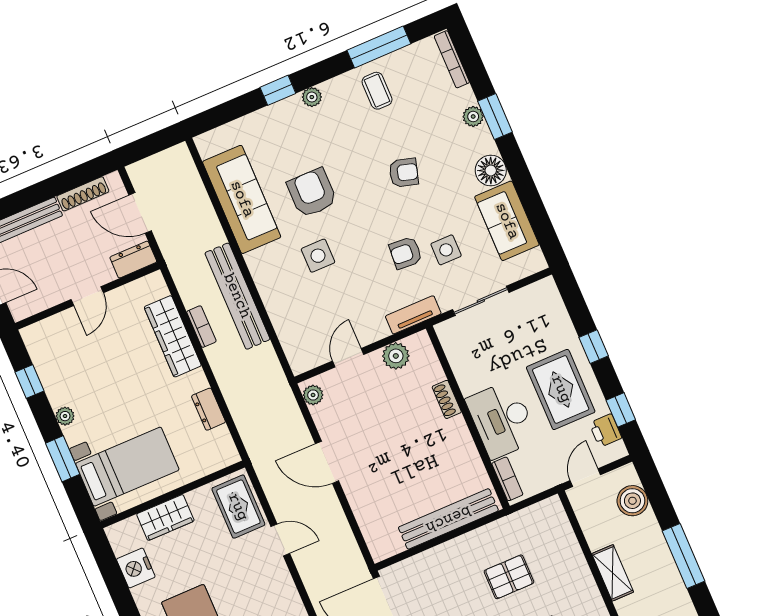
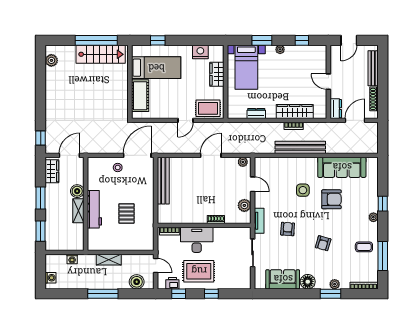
side table: (446, 250) -> (281, 247), removed
bench: (448, 519) -> (163, 181), moved

